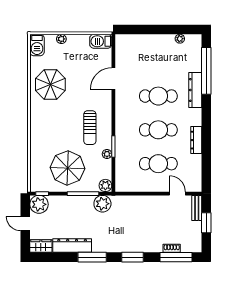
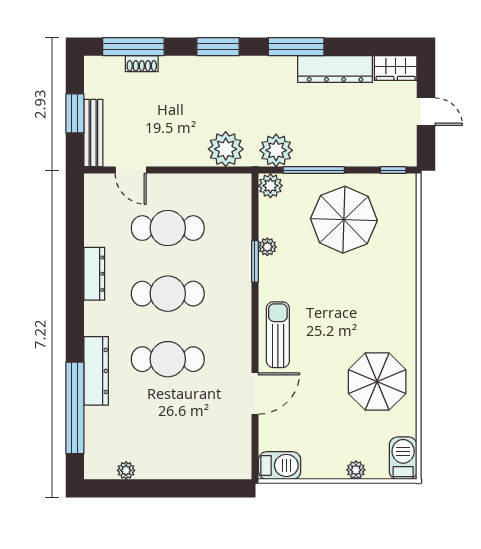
sun lounger: (90, 128) -> (278, 335), moved
plant: (39, 204) -> (226, 149), moved
bench: (197, 208) -> (93, 133), width x1.36

